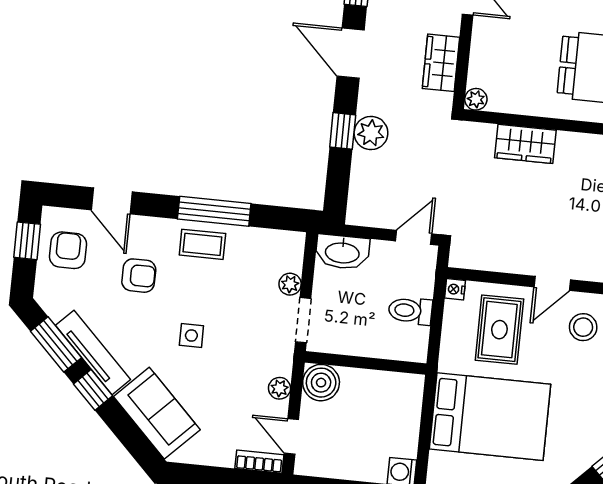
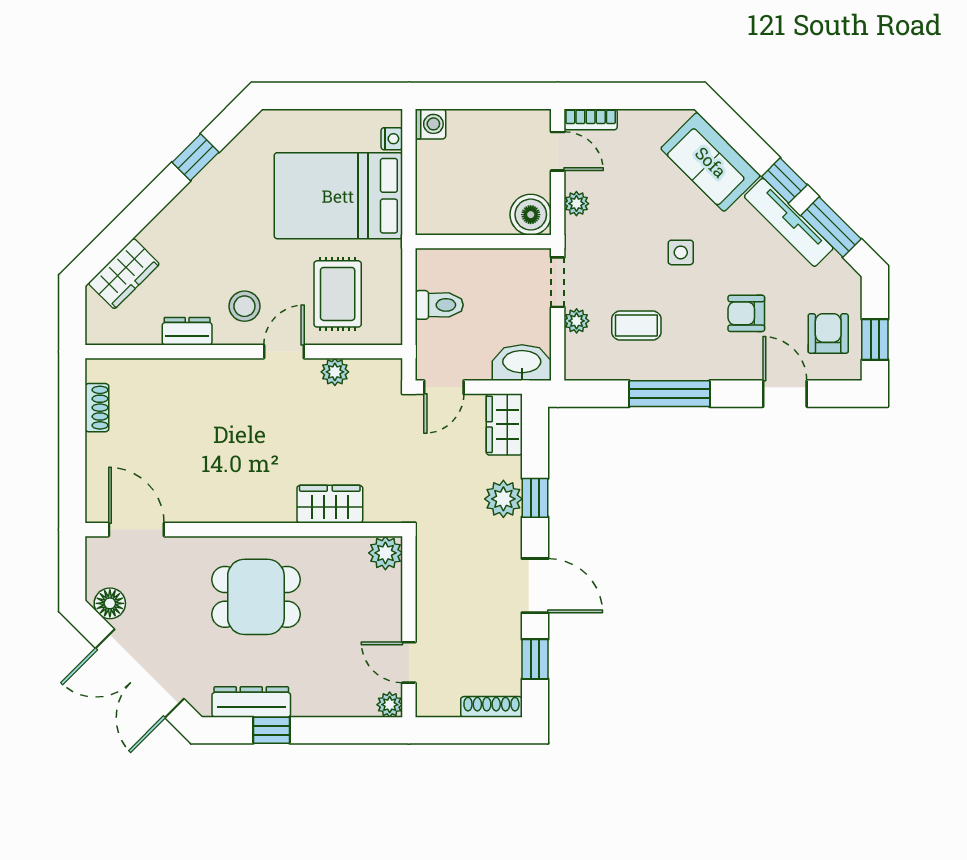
wardrobe: (441, 63) -> (504, 424), moved, turned 180
plant: (476, 99) -> (385, 553), width x1.38, depth x1.38
coffee table: (202, 244) -> (636, 326), moved
armchair: (68, 250) -> (828, 334), turned 180
plant: (509, 261) -> (335, 372), added
nightstand: (455, 289) -> (392, 139), moved

